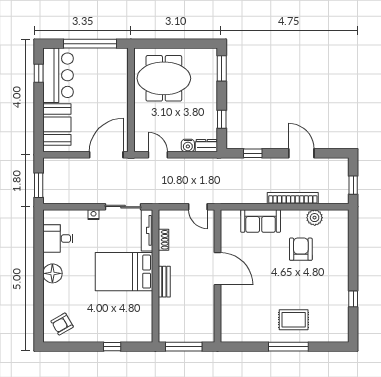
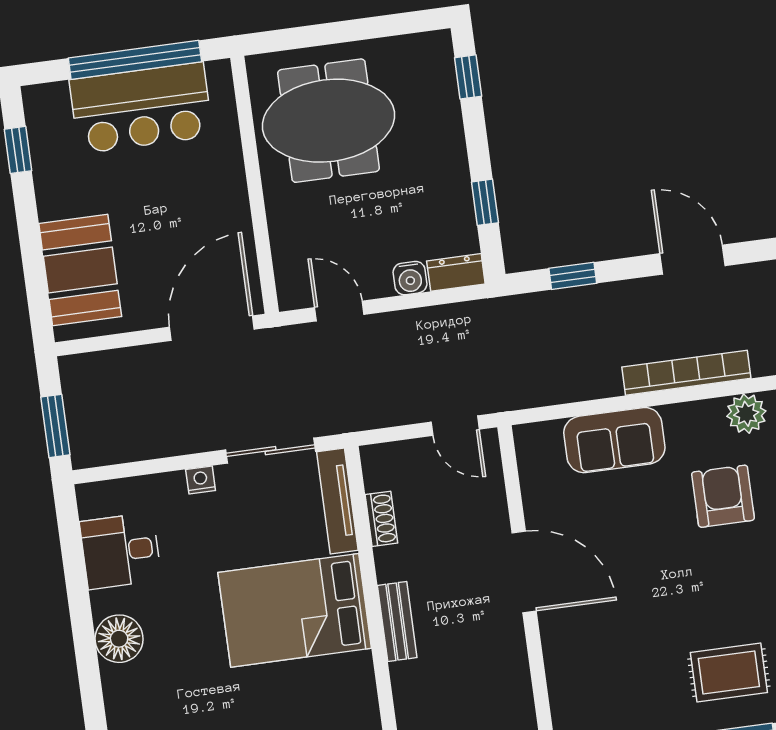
window: (222, 68) -> (468, 77), width x0.67
bar counter: (58, 75) -> (141, 108), moved, turned 90

